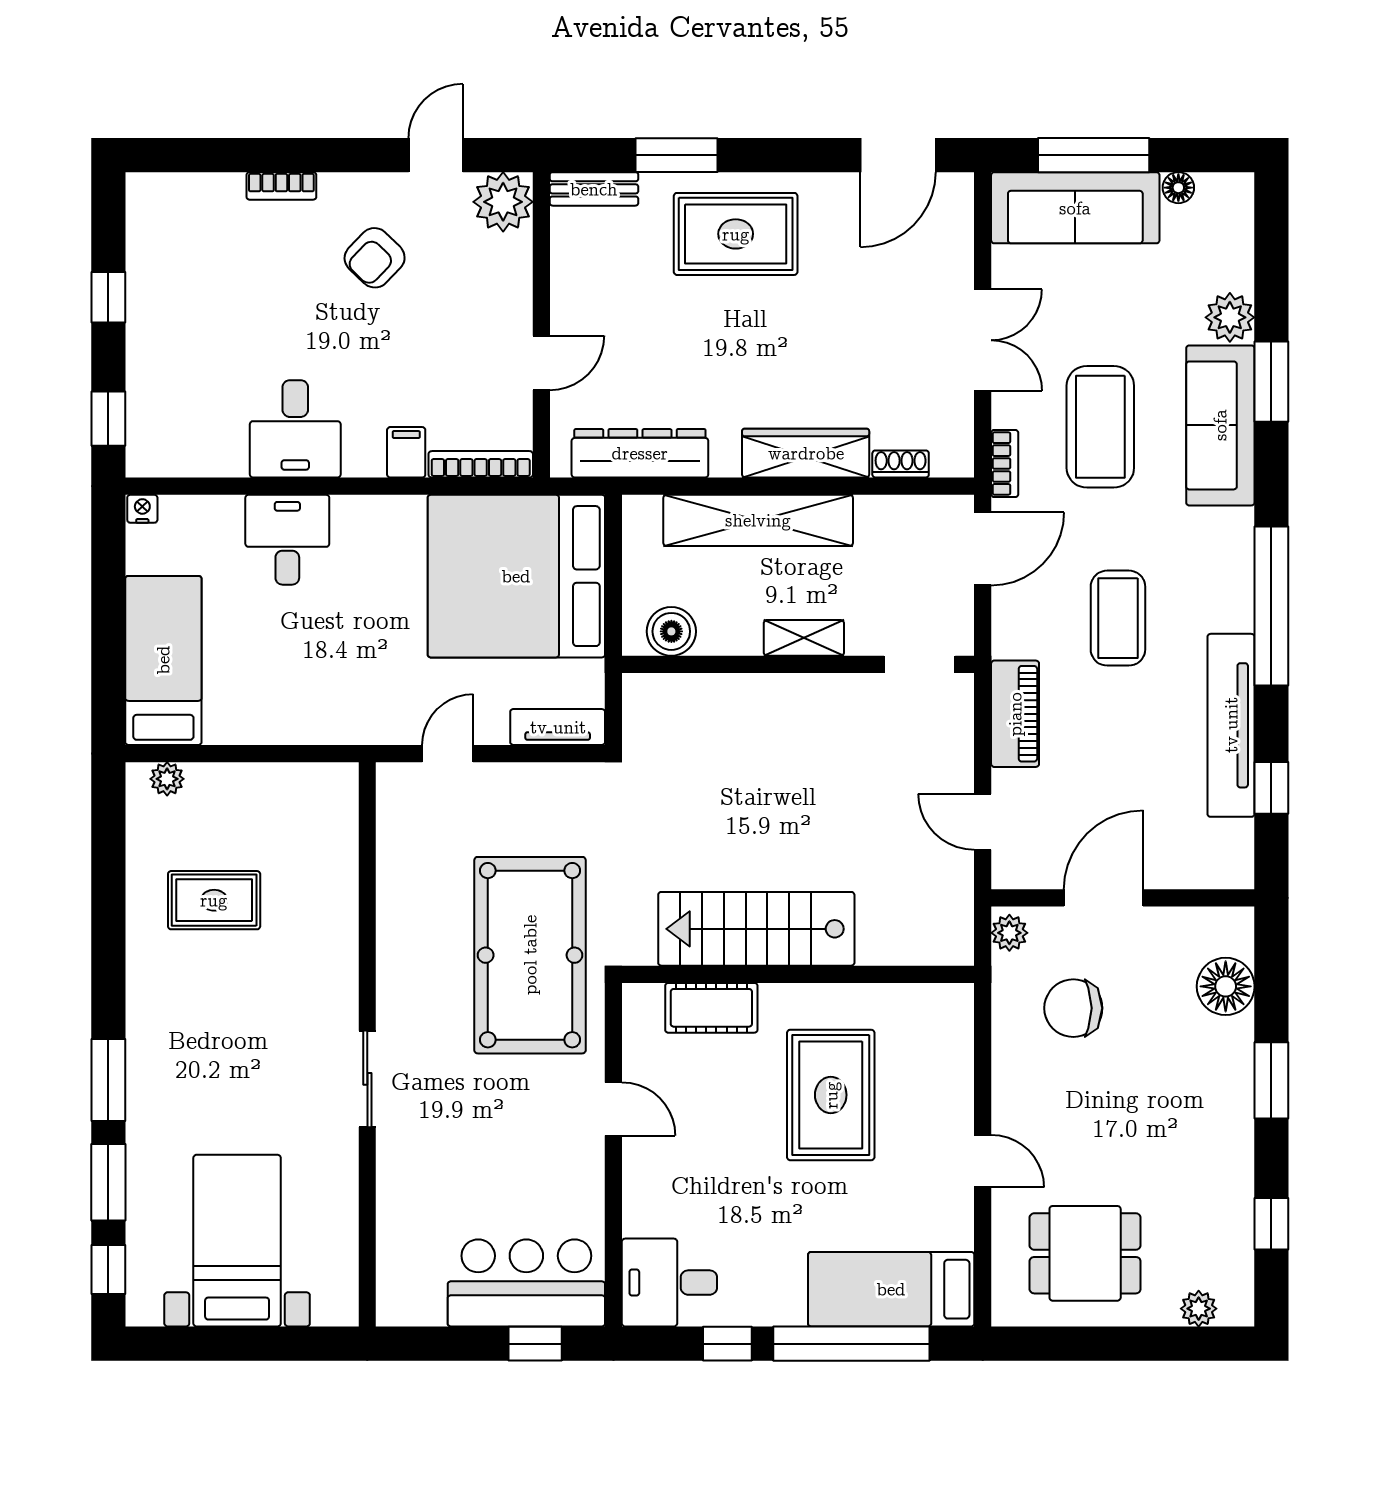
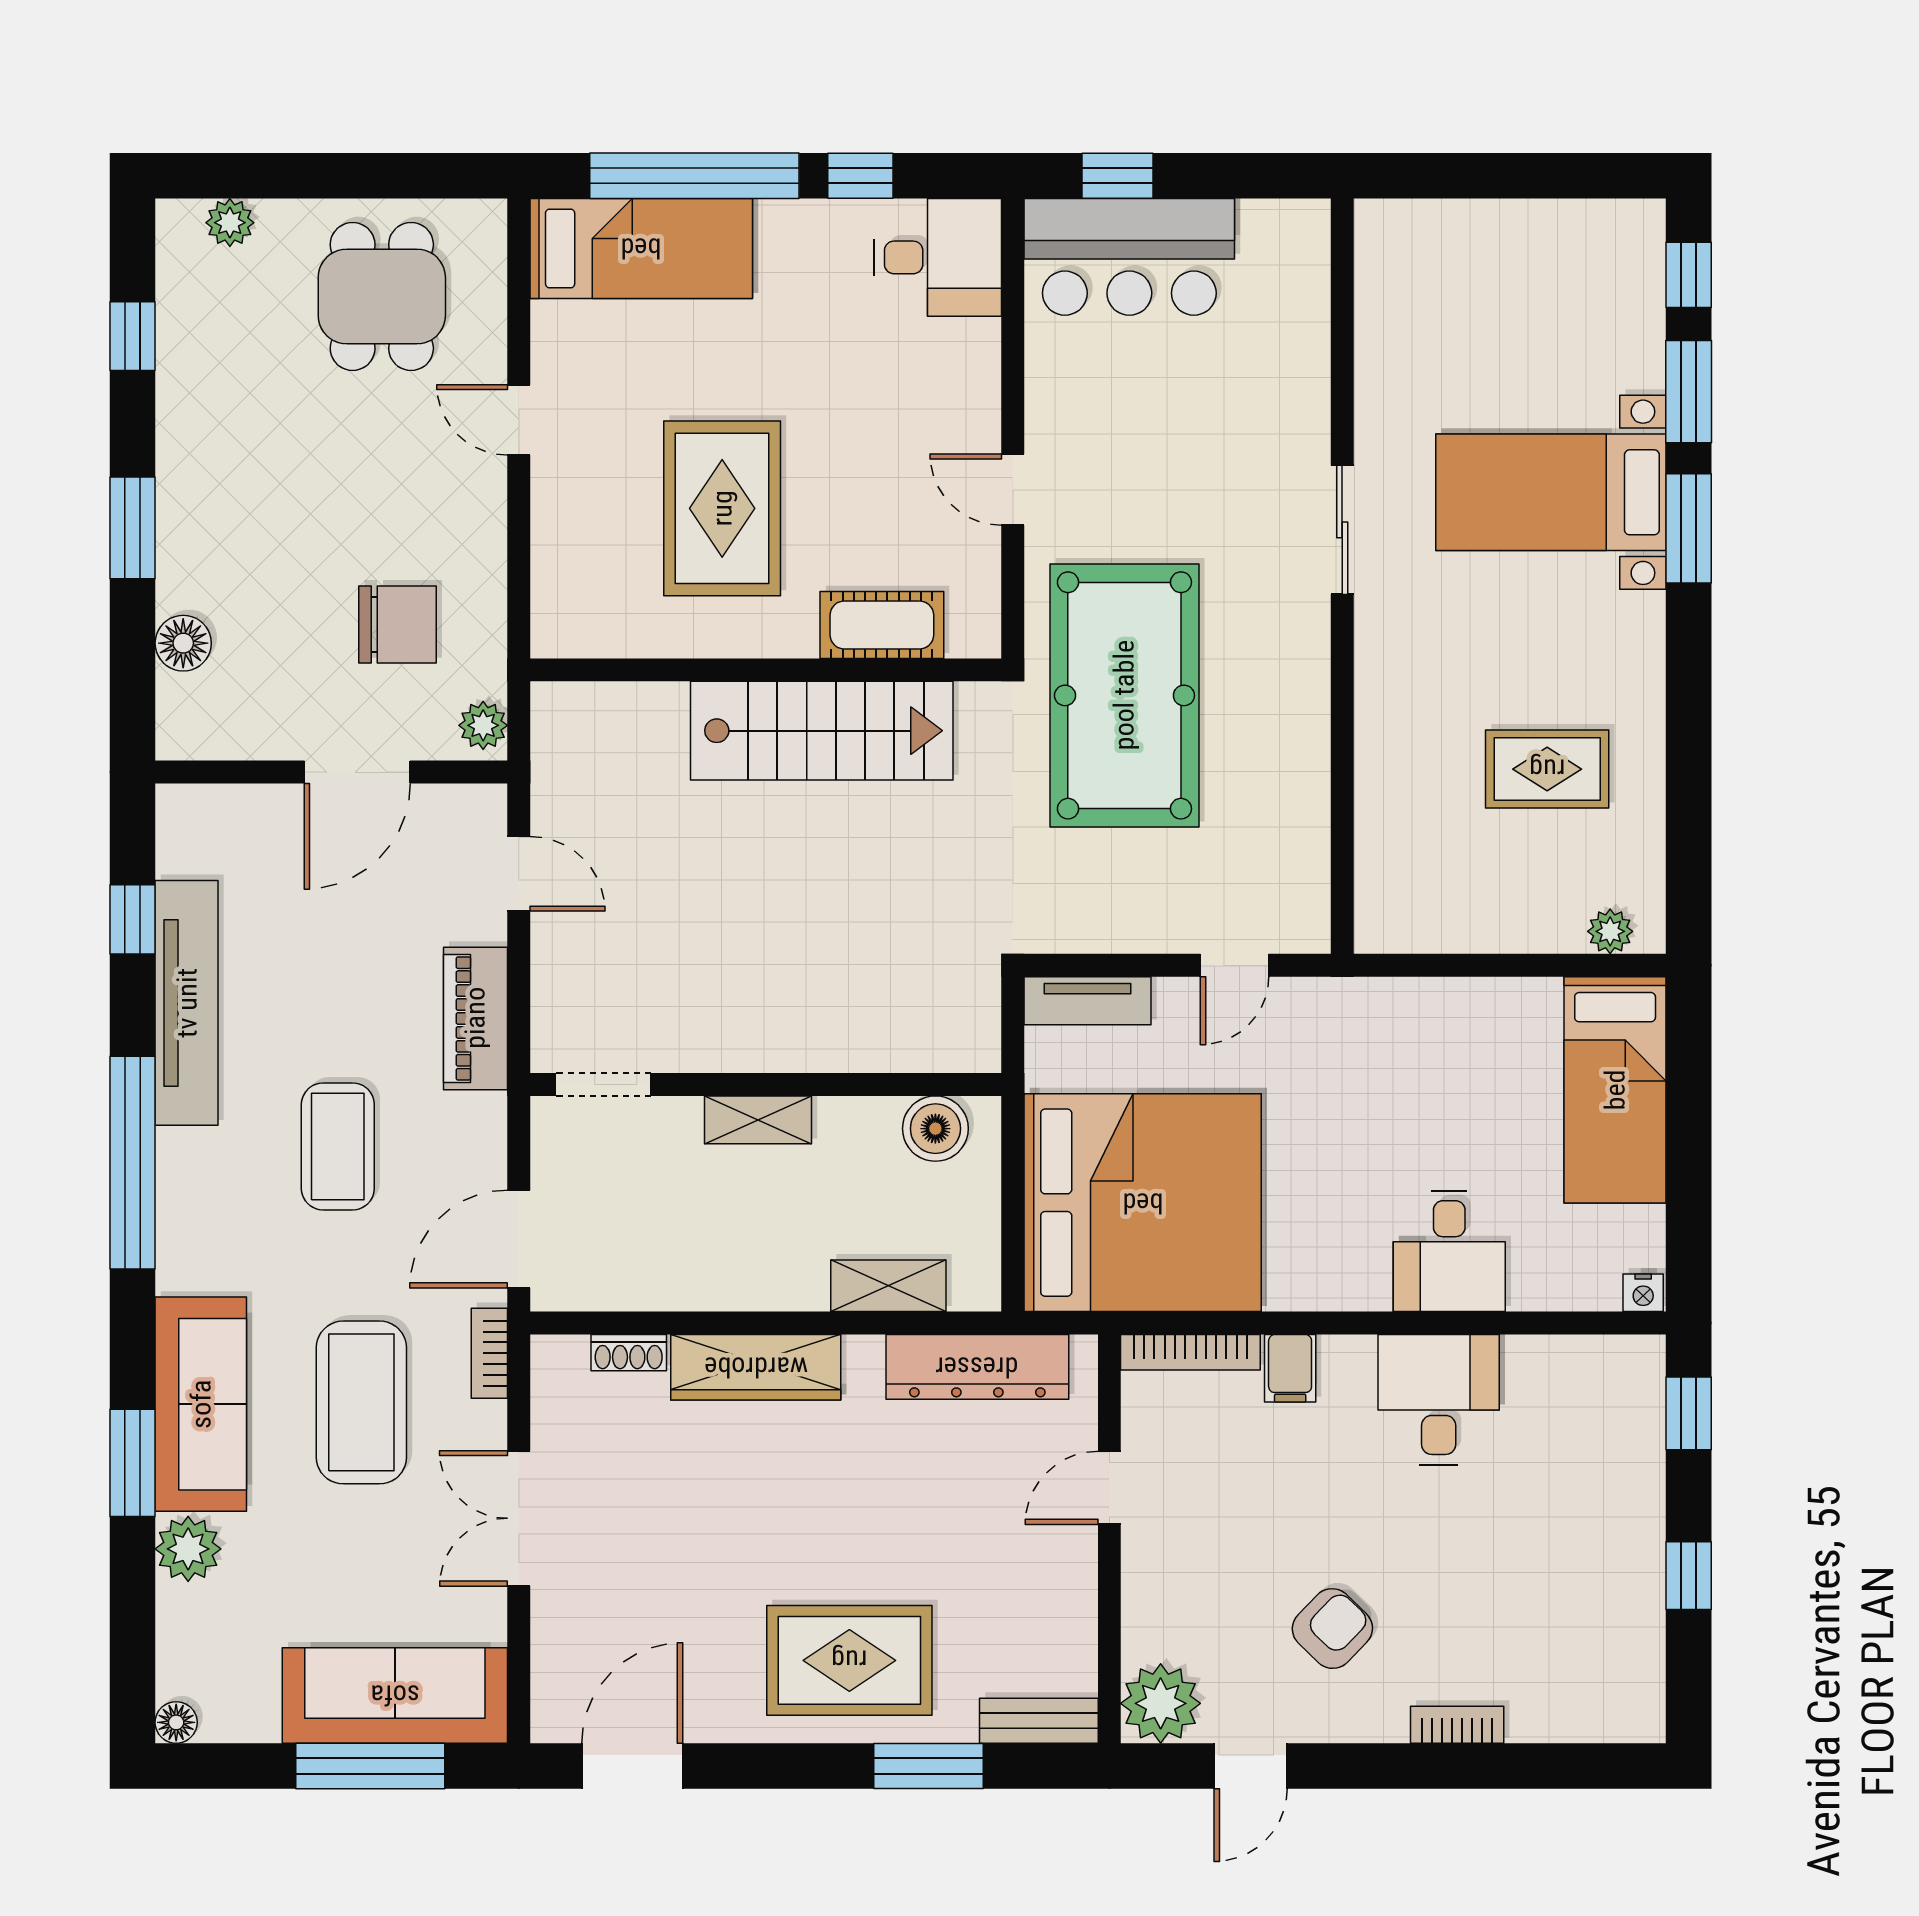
floor lamp: (1178, 188) -> (176, 1722), moved
shelving: (758, 520) -> (888, 1286), width x0.45, depth x0.75
floor lamp: (1226, 986) -> (183, 643), width x0.73, depth x0.73
bed with nightstands: (237, 1241) -> (1551, 492), moved, turned 90
dining table: (1085, 1253) -> (382, 296), turned 90

